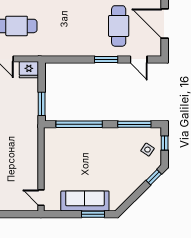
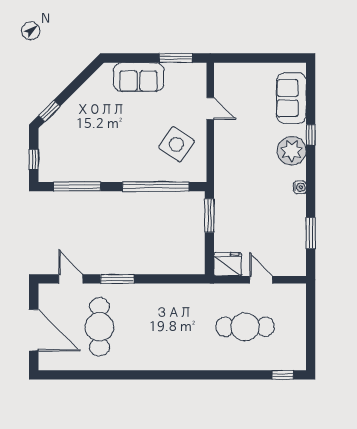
side table: (147, 150) -> (176, 144), moved, width x1.87, depth x1.87
door: (41, 198) -> (210, 109), moved
sofa: (85, 201) -> (139, 77), width x0.73
window: (93, 214) -> (176, 58), moved

